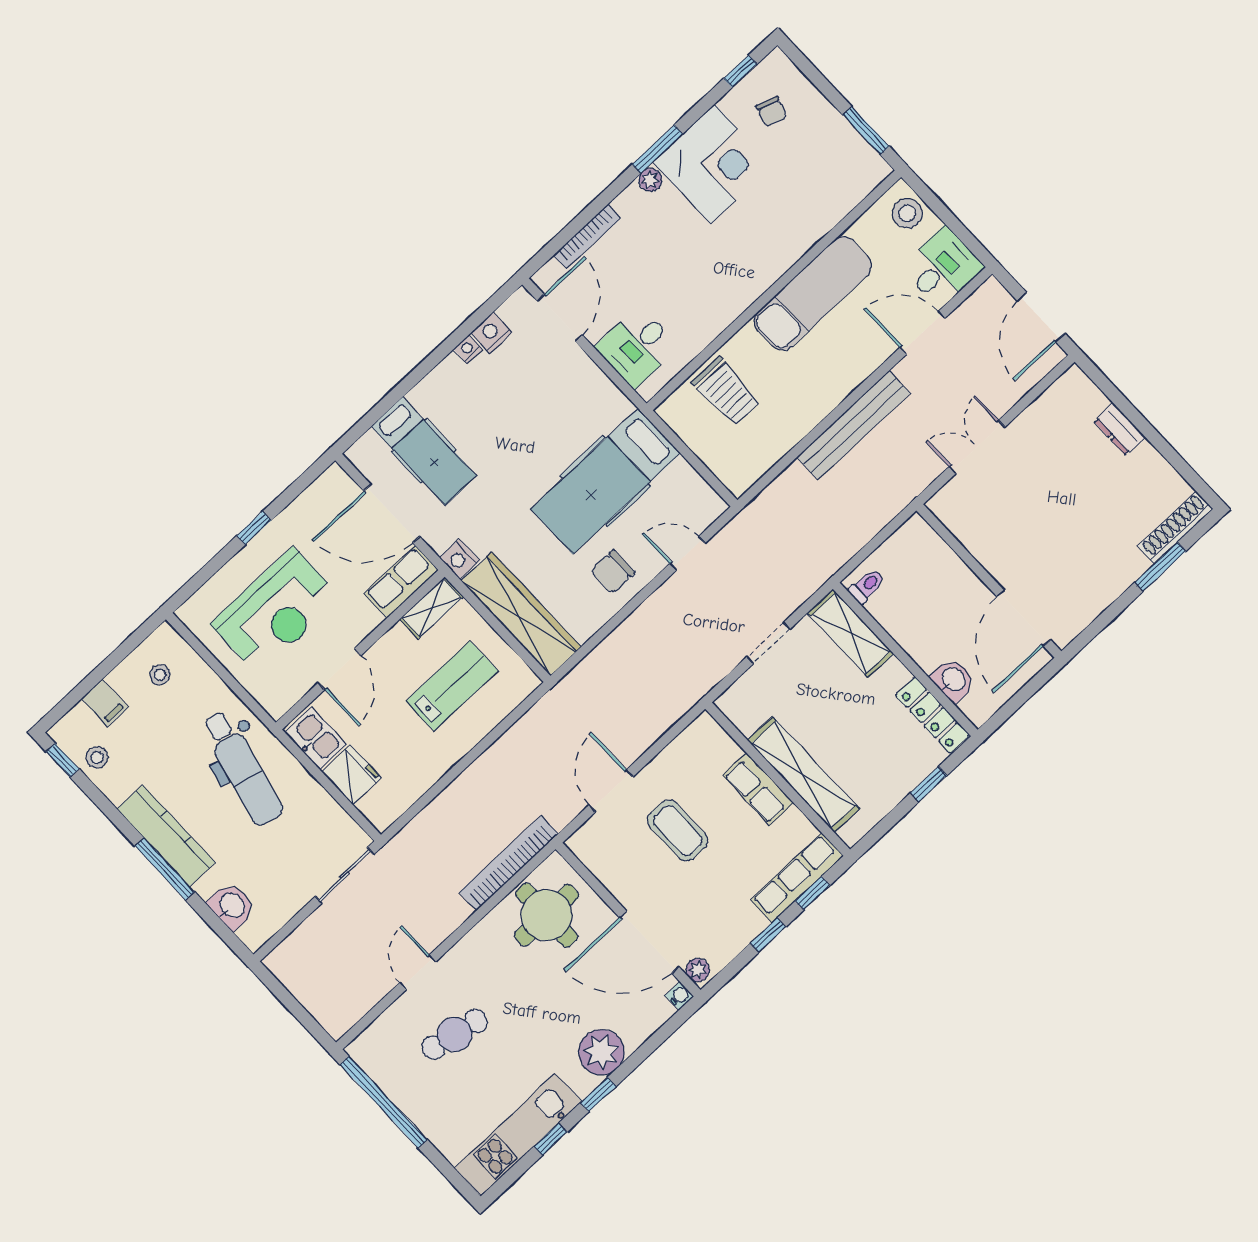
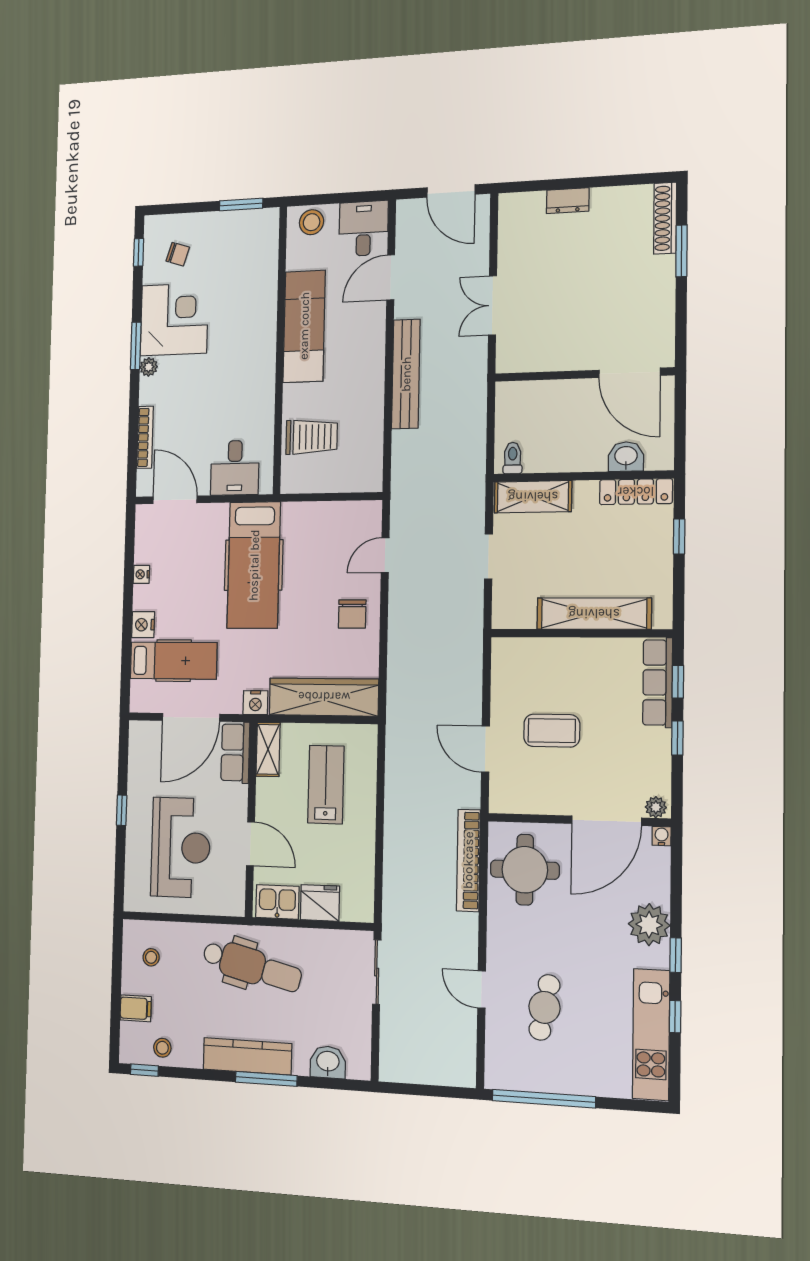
nightstand: (492, 333) -> (143, 625), moved
hospital bed: (606, 481) -> (254, 565), moved
row of seats: (758, 789) -> (575, 652), removed

